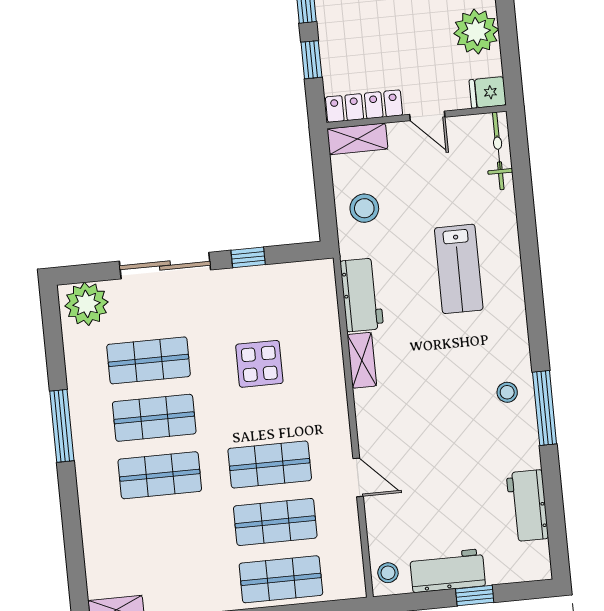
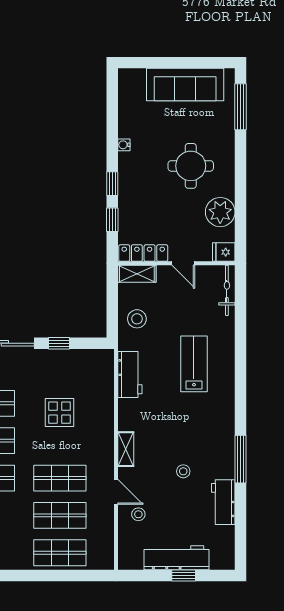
lab bench: (459, 269) -> (194, 364), turned 180
shelving: (362, 360) -> (126, 449), moved
stool: (507, 392) -> (183, 471), moved
workbench: (527, 506) -> (223, 502), moved
workbench: (447, 571) -> (177, 558), width x1.38
stool: (388, 573) -> (138, 514), moved

